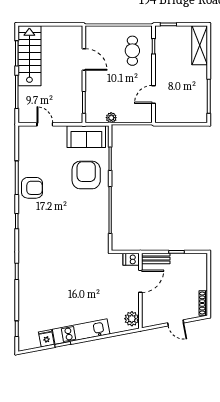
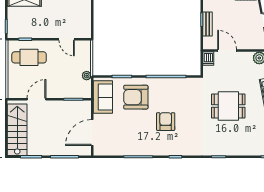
cafe table: (132, 51) -> (29, 57), width x1.37, depth x1.35
stairs: (29, 56) -> (17, 130), moved, turned 90
door: (45, 124) -> (92, 133), width x1.87
armchair: (32, 188) -> (166, 122), moved
bench: (156, 259) -> (208, 24), moved
dining table: (76, 283) -> (228, 106), added

